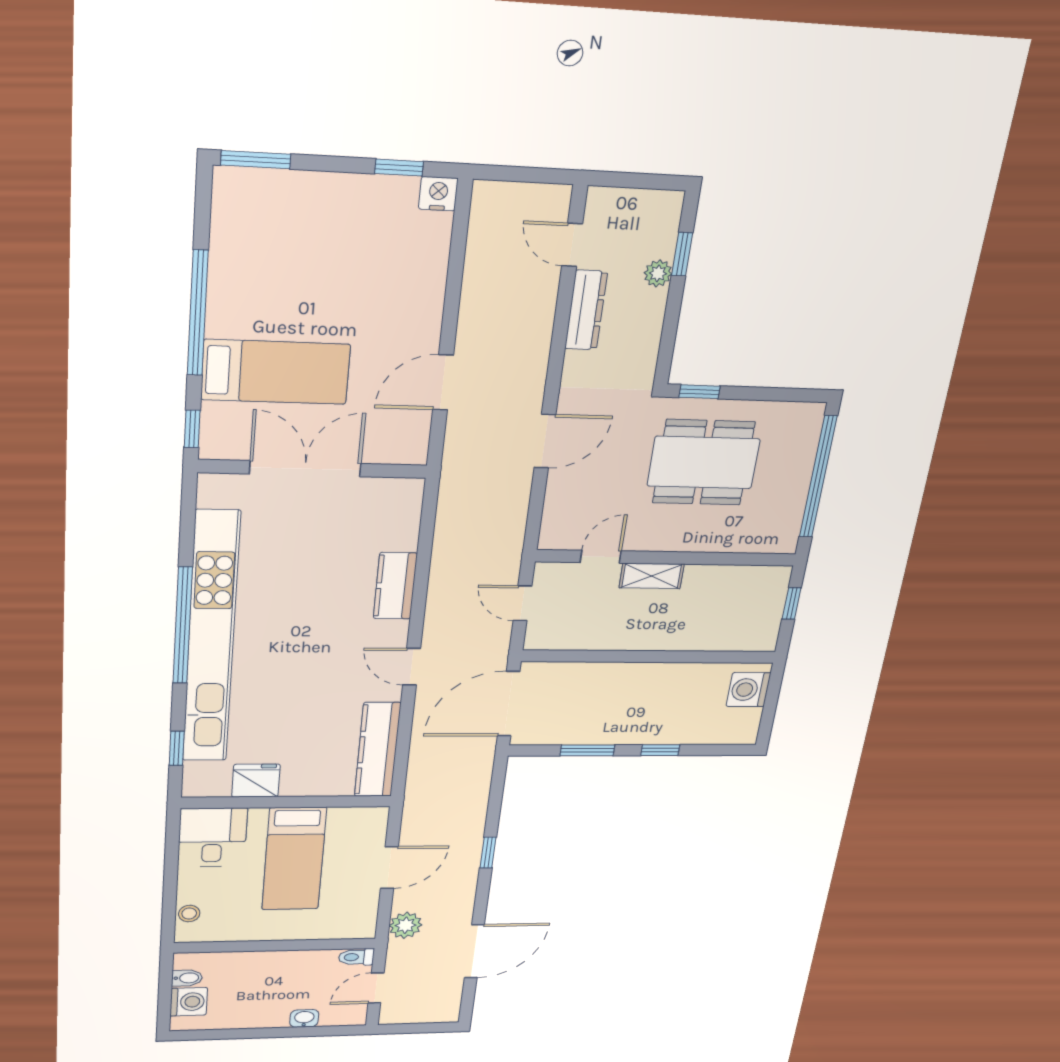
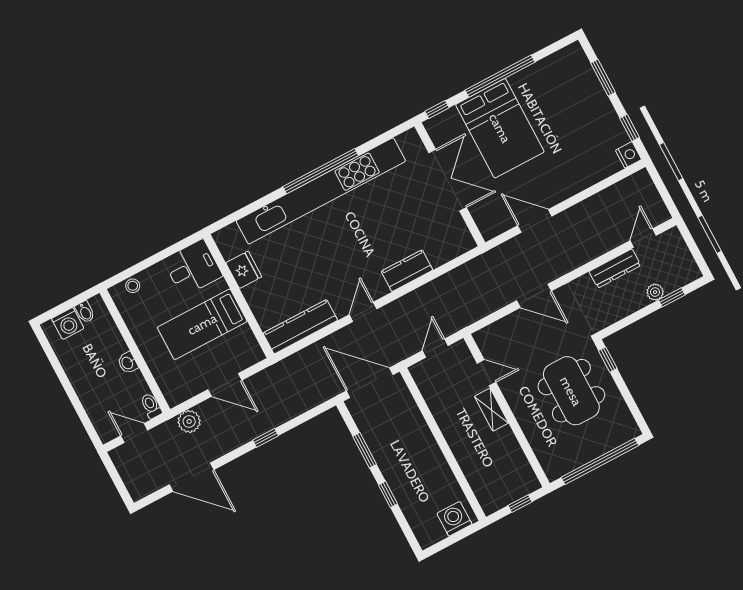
window: (256, 160) -> (603, 78), moved
bed: (276, 372) -> (500, 128), width x1.50
window: (177, 748) -> (242, 213), removed
washbasin: (304, 1018) -> (128, 363), moved, turned 180

